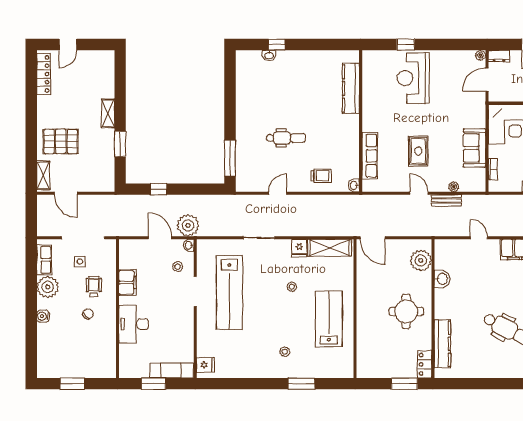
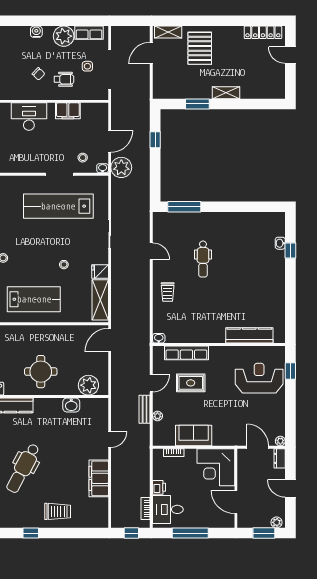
kitchen counter: (351, 88) -> (249, 335), moved
wall: (361, 121) -> (219, 345), moved
row of seats: (370, 156) -> (186, 353), moved
washbasin: (354, 185) -> (159, 338), moved

